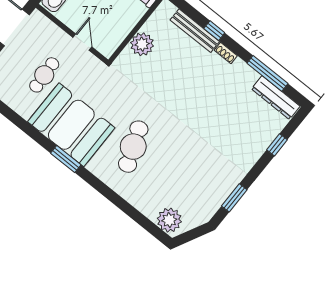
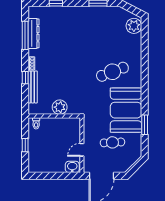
door: (82, 42) -> (82, 150), moved
dresser: (276, 98) -> (34, 33), moved
window: (66, 159) -> (145, 125), moved

